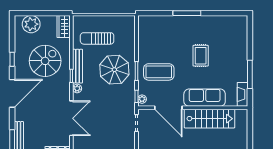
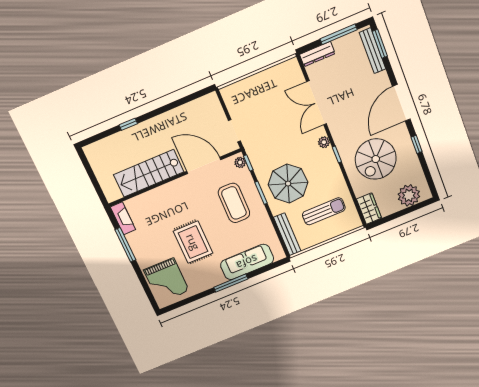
grand piano: (233, 35) -> (166, 280), added
rug: (201, 56) -> (193, 242), width x1.36, depth x1.43
bench: (77, 66) -> (287, 234), moved
coffee table: (159, 72) -> (234, 203), turned 90
sofa: (205, 98) -> (247, 262), moved, turned 180

